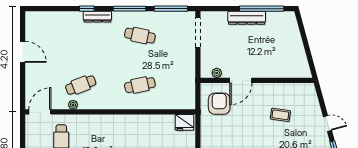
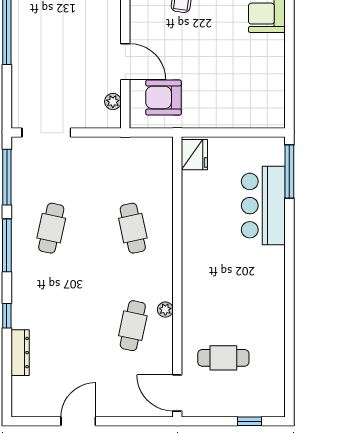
dresser: (97, 17) -> (20, 353), moved
dresser: (247, 18) -> (22, 52), removed
cafe table: (81, 85) -> (133, 326), turned 33
plant: (73, 105) -> (165, 310), moved

